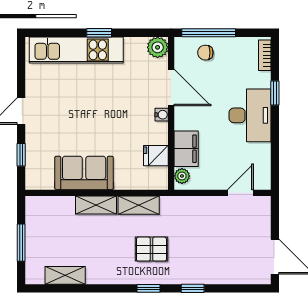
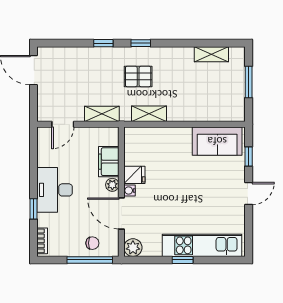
fridge: (156, 156) -> (134, 175), moved
sofa: (84, 173) -> (217, 141), moved
plant: (182, 176) -> (112, 185), moved
shelving: (96, 205) -> (102, 114), moved

